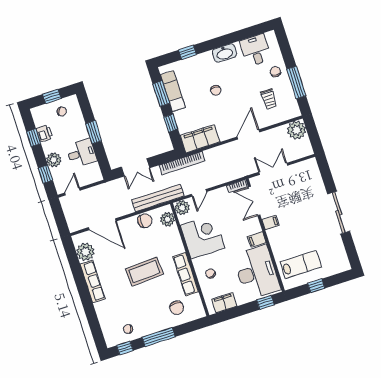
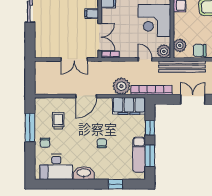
desk: (255, 50) -> (56, 167), width x1.37
plant: (297, 130) -> (121, 86), moved
door: (199, 193) -> (145, 59), hinge flipped

